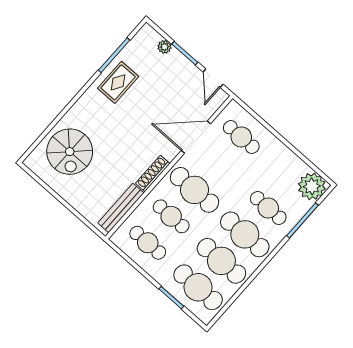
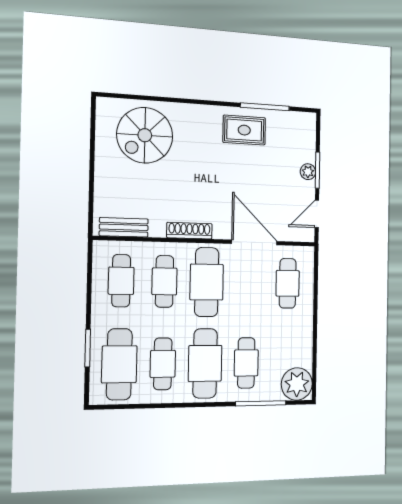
plant: (165, 47) -> (308, 172), moved
bench: (121, 208) -> (124, 227), width x0.73
cafe table: (221, 261) -> (163, 364), width x0.73, depth x0.74

